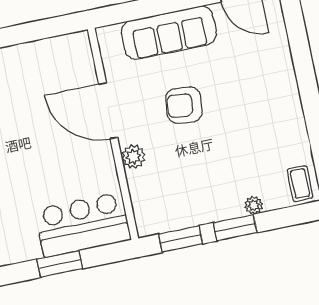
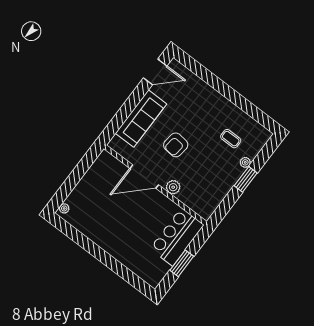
coffee table: (300, 184) -> (231, 139), moved
window: (181, 239) -> (226, 206), removed

